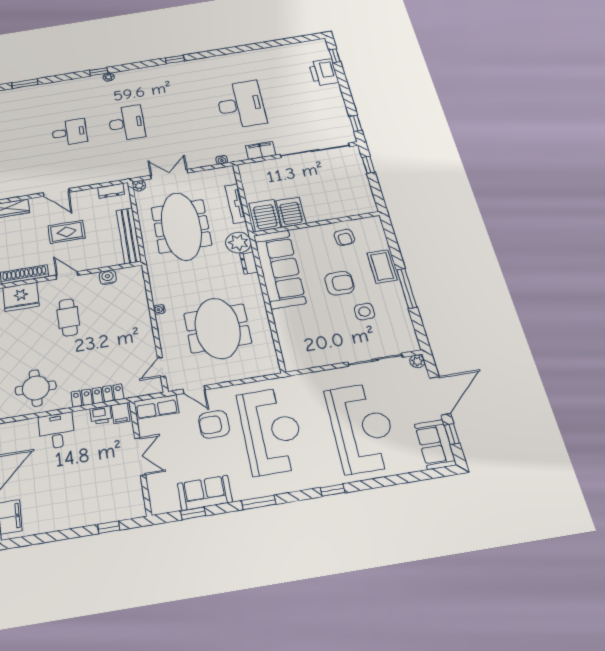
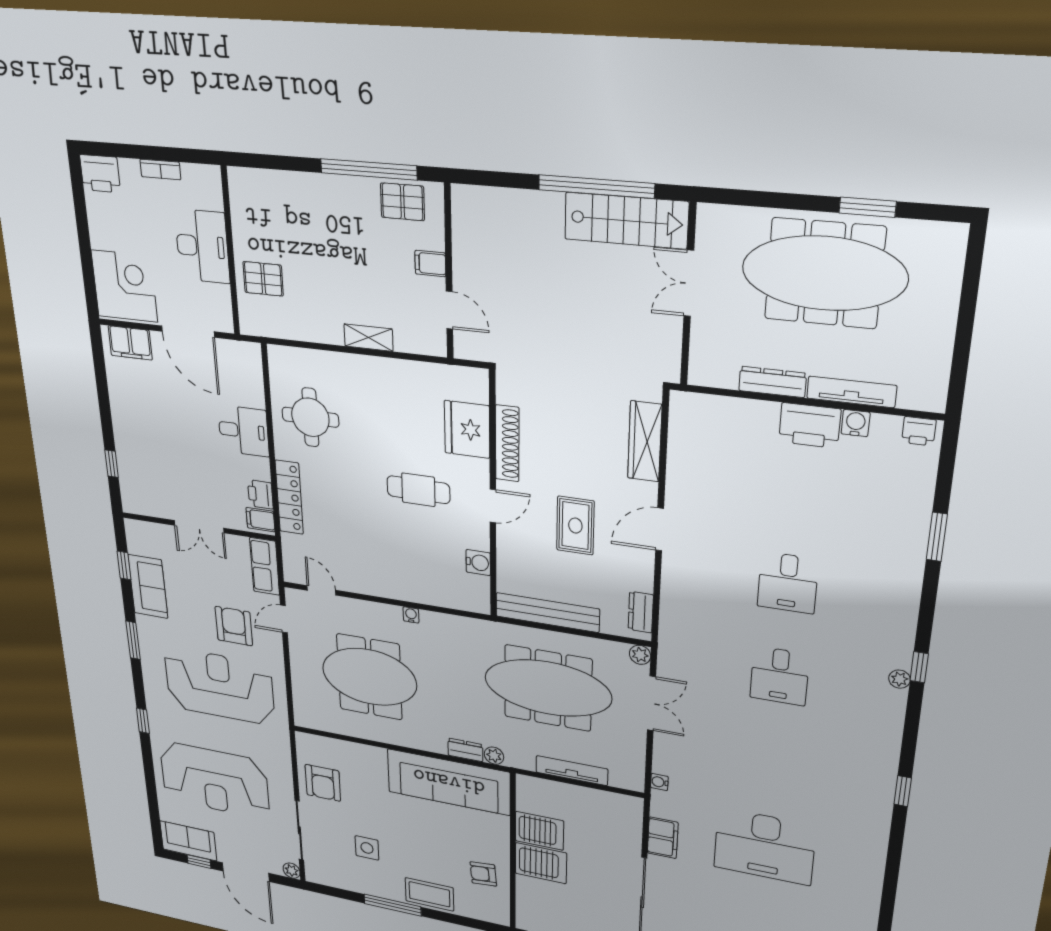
desk: (127, 123) -> (779, 676), width x0.73
server rack: (265, 215) -> (541, 863), moved
plant: (238, 243) -> (494, 756), width x0.53, depth x0.53
armchair: (339, 283) -> (323, 783), moved
reception desk: (271, 431) -> (219, 686), turned 180

